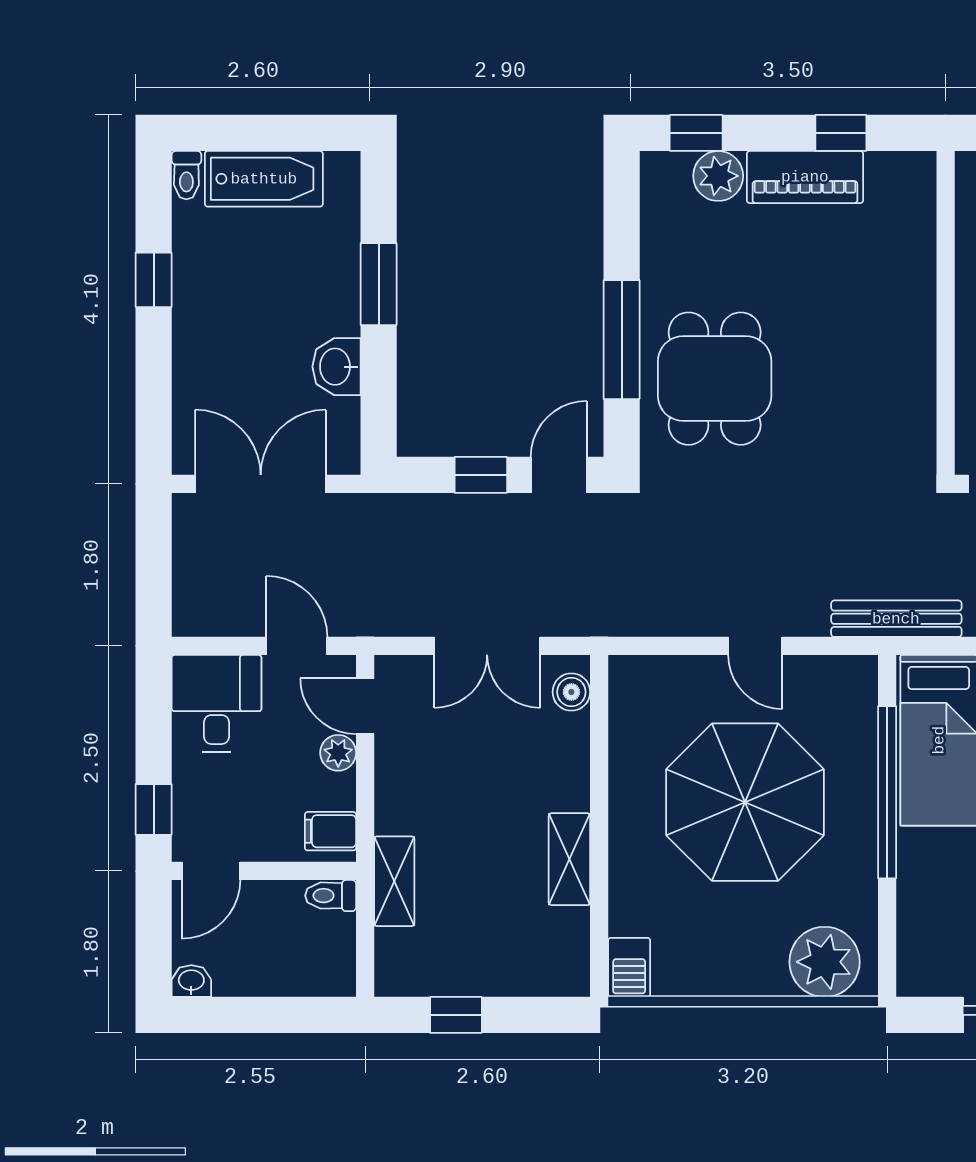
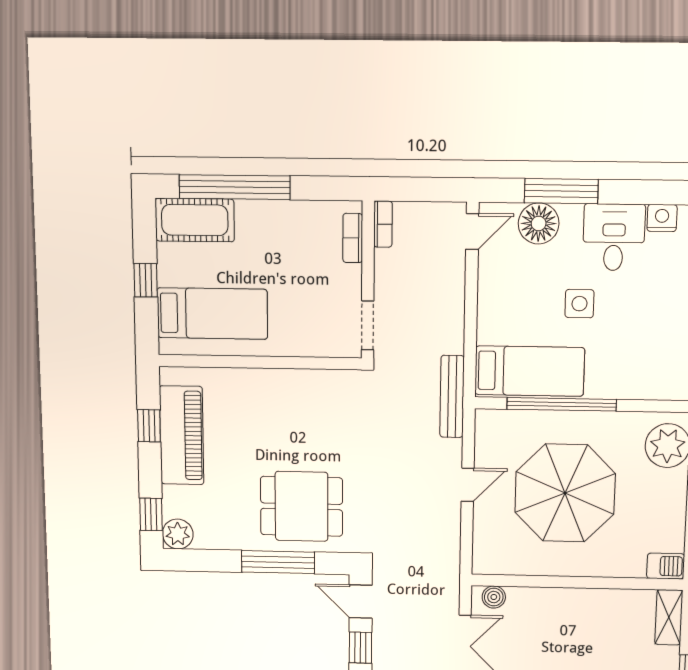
plant: (718, 176) -> (178, 534), moved
piano: (805, 177) -> (182, 435), width x1.37, depth x1.33
shelving: (569, 859) -> (669, 617), moved, turned 90

